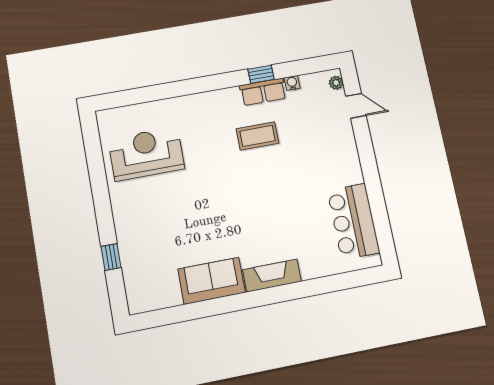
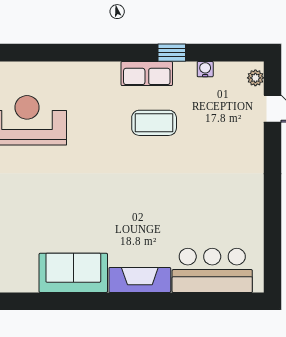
row of seats: (263, 92) -> (147, 74), moved
bar counter: (353, 221) -> (212, 270), moved, turned 90

